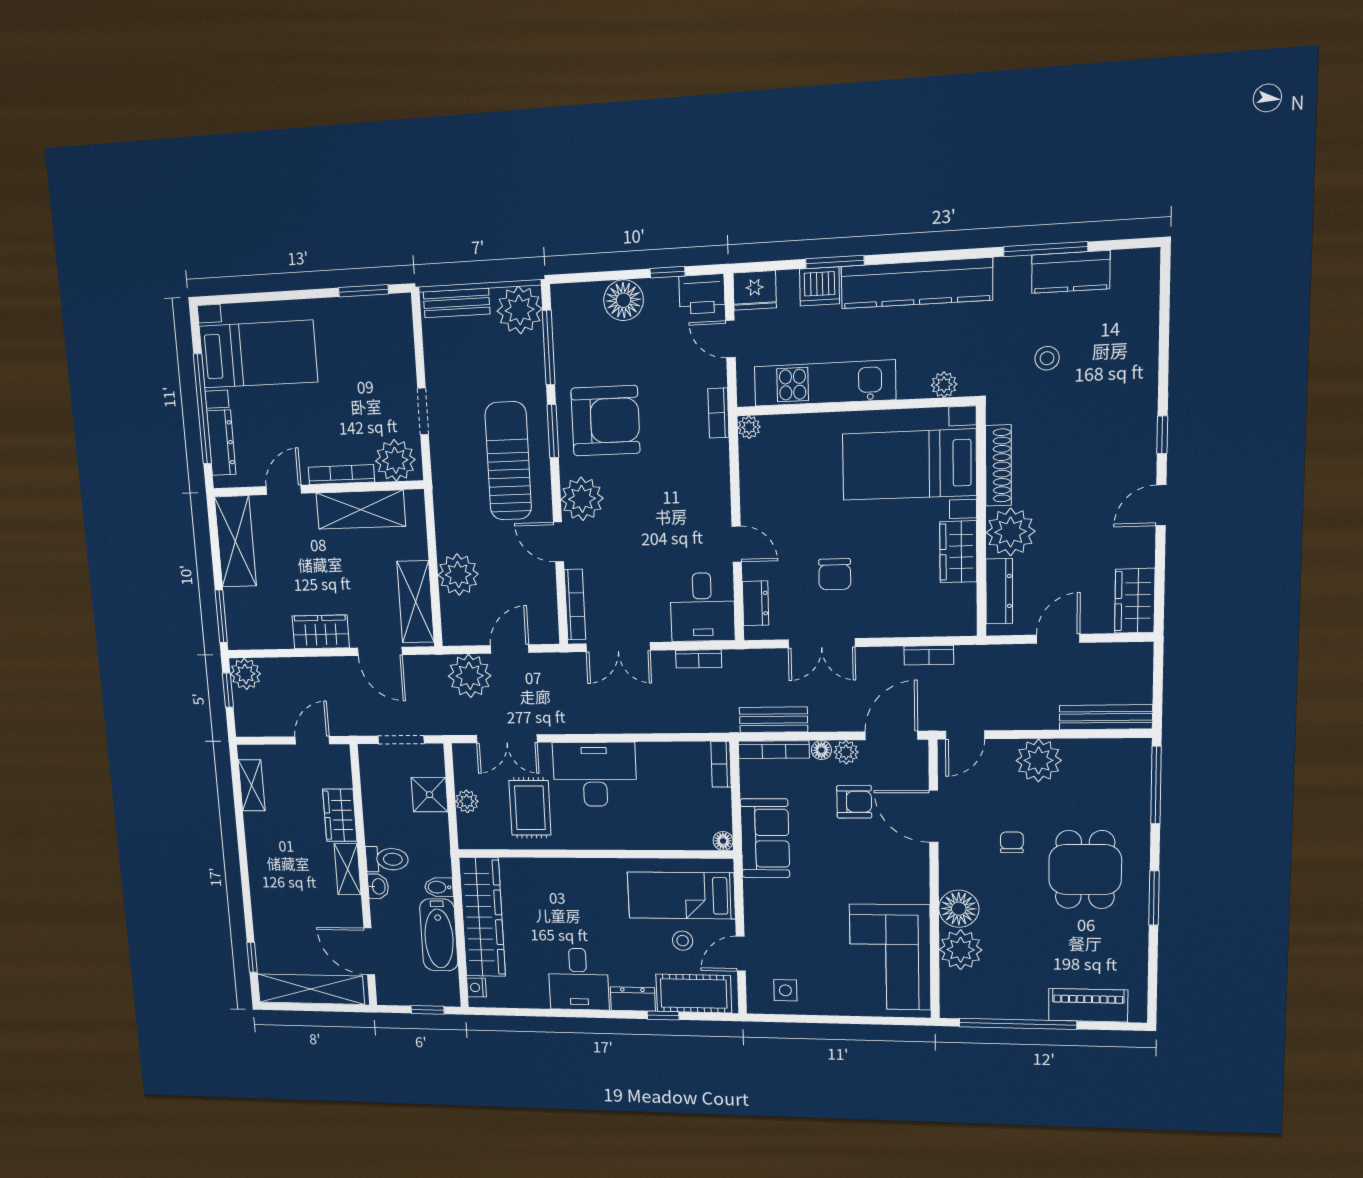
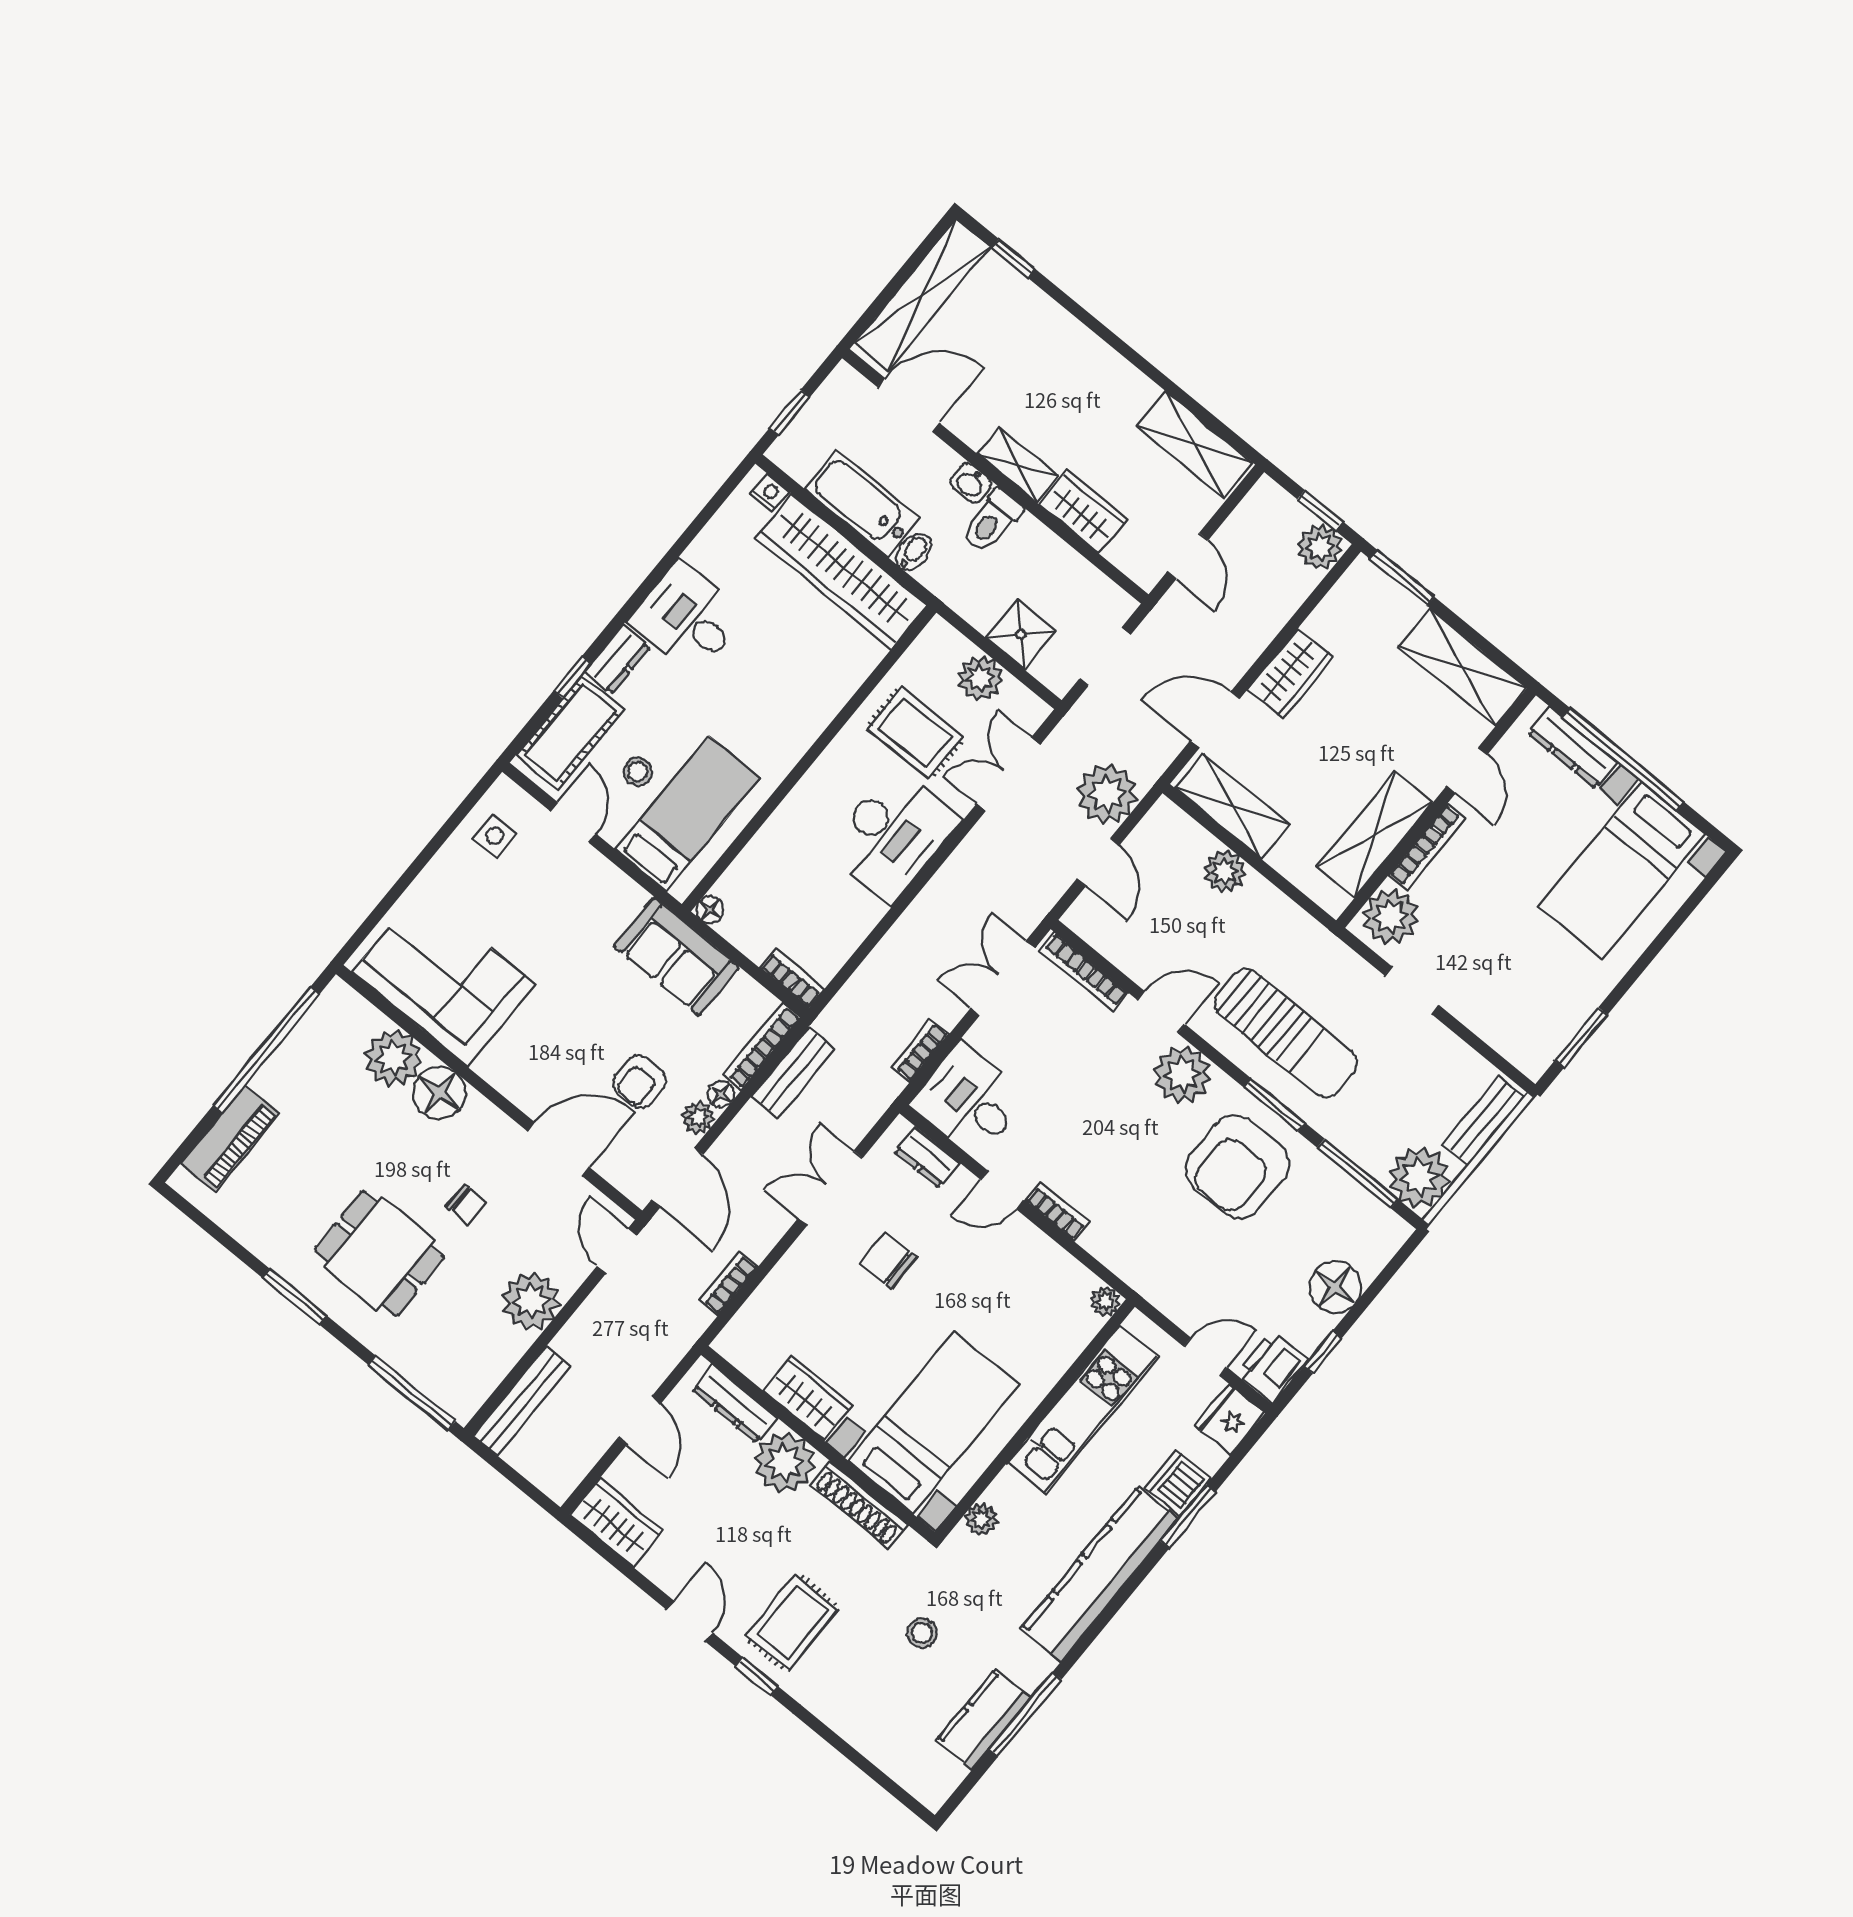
bookcase: (718, 413) -> (1057, 1211), moved
rug: (1108, 443) -> (792, 1622), added
plant: (458, 575) -> (1225, 871), width x0.73, depth x0.73
shelving: (252, 785) -> (1195, 445), width x1.50, depth x1.33
plant: (467, 801) -> (980, 678), width x1.38, depth x1.38

